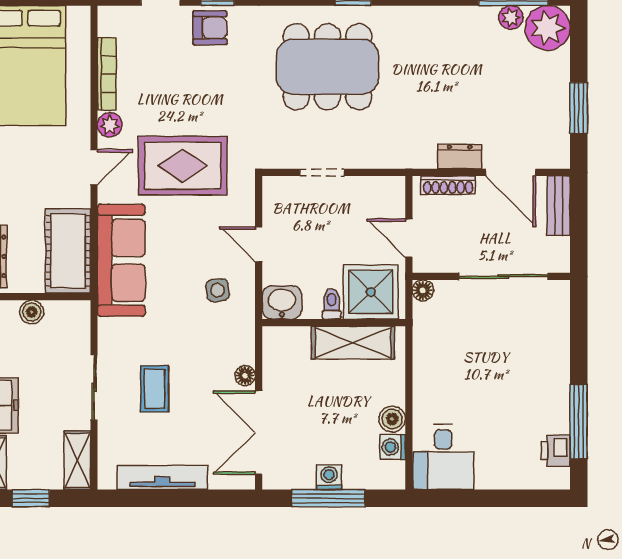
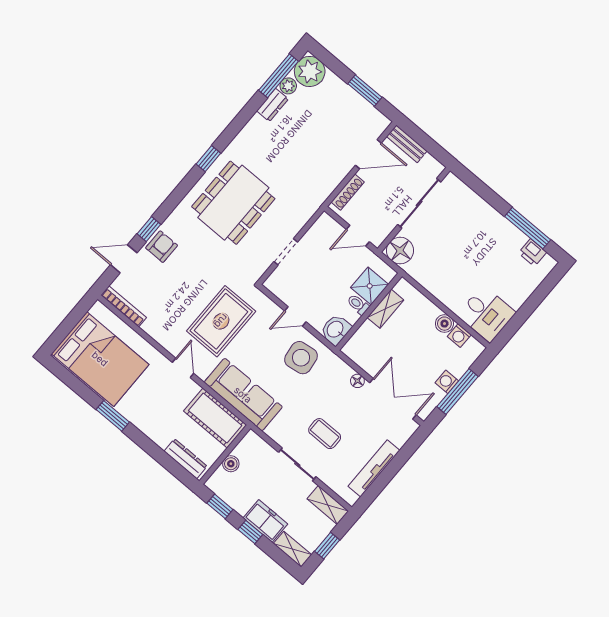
bookcase: (107, 74) -> (124, 306), moved
plant: (110, 125) -> (168, 341), removed
dresser: (459, 157) -> (272, 105), moved, turned 180
side table: (218, 290) -> (301, 358), width x1.87, depth x1.87
floor lamp: (423, 290) -> (400, 251), width x1.89, depth x1.89
shower: (371, 292) -> (370, 286), width x0.73, depth x0.73
shelving: (353, 343) -> (385, 309), width x0.67, depth x0.75
double door: (259, 433) -> (393, 399), swing flipped

